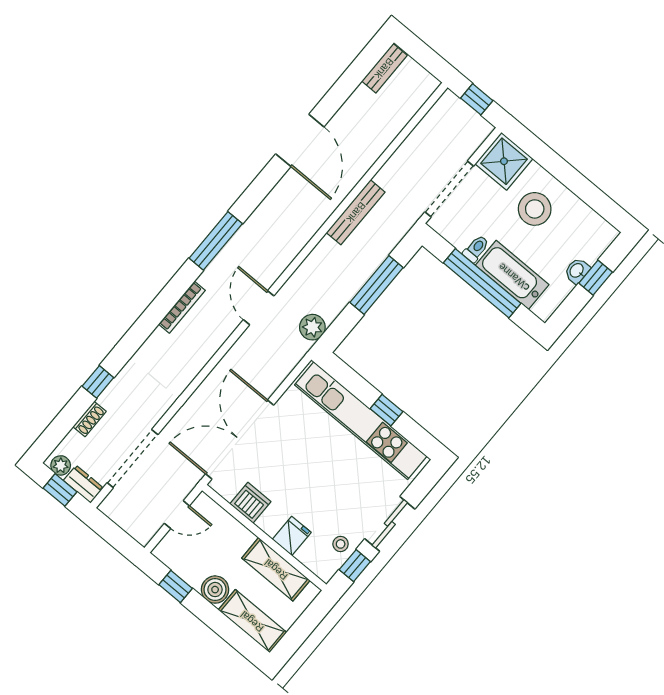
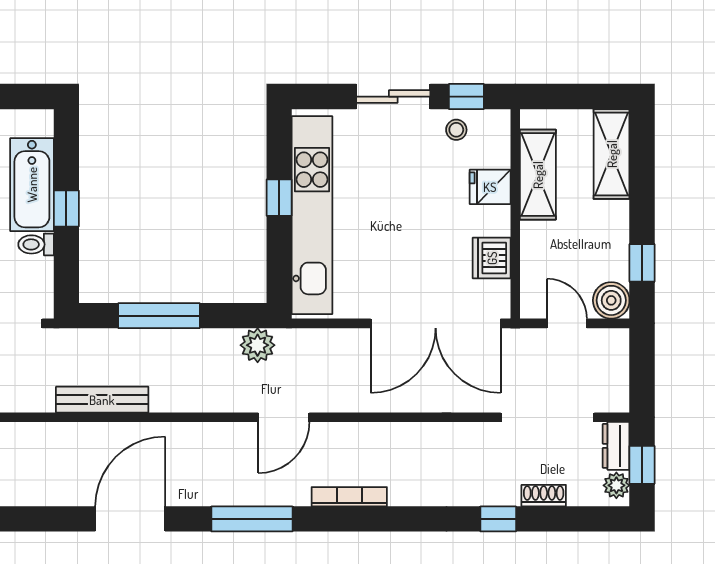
door: (300, 140) -> (130, 519), moved
window: (482, 283) -> (66, 208), width x0.32
boiler: (215, 590) -> (611, 300), moved

